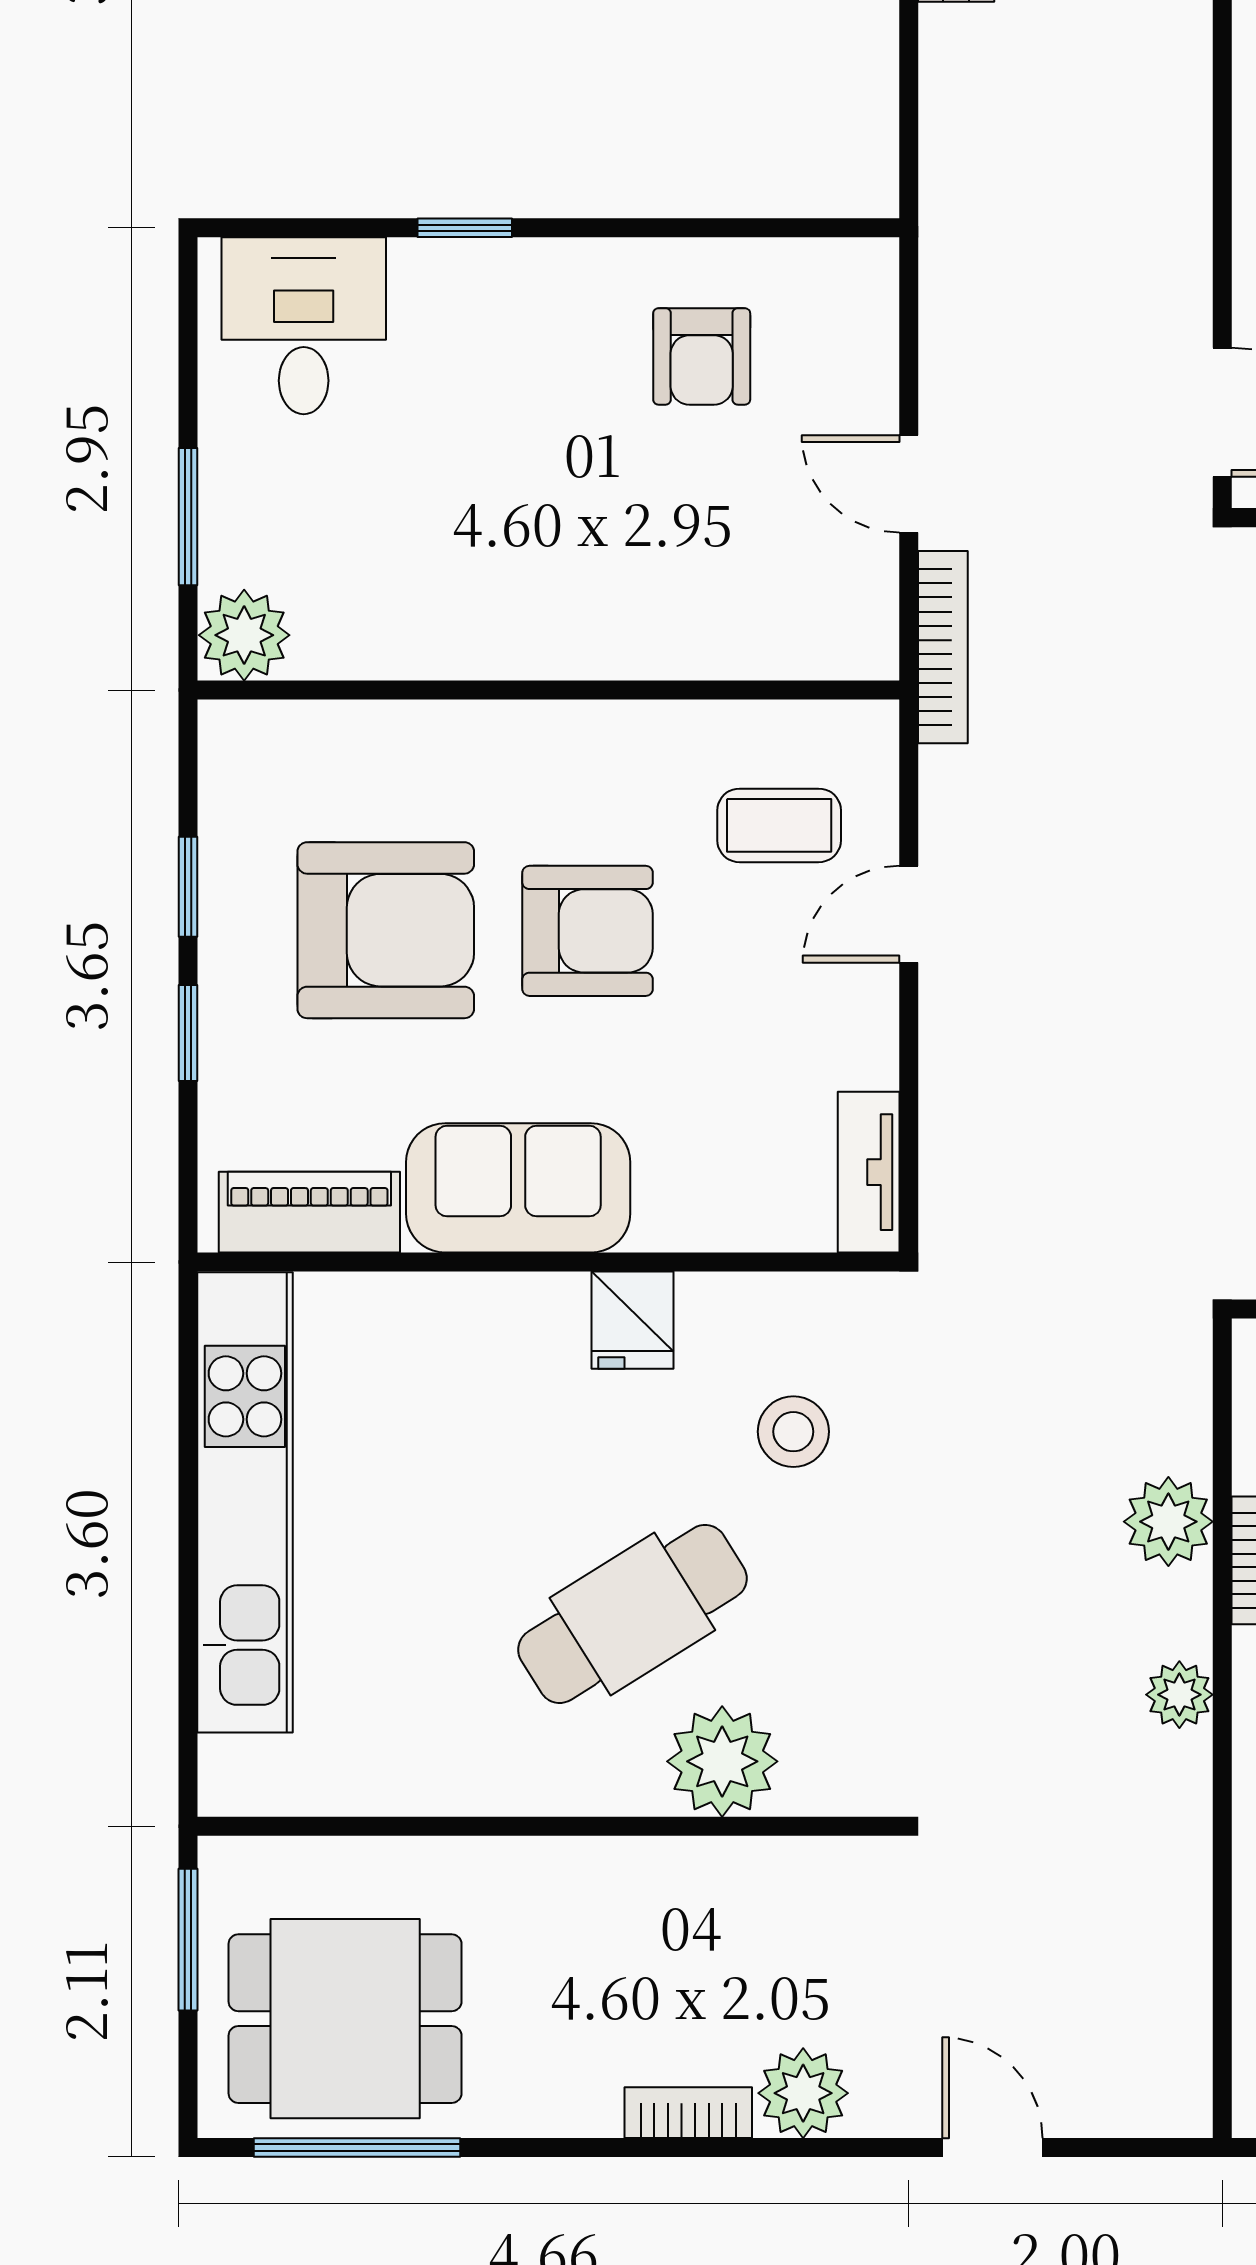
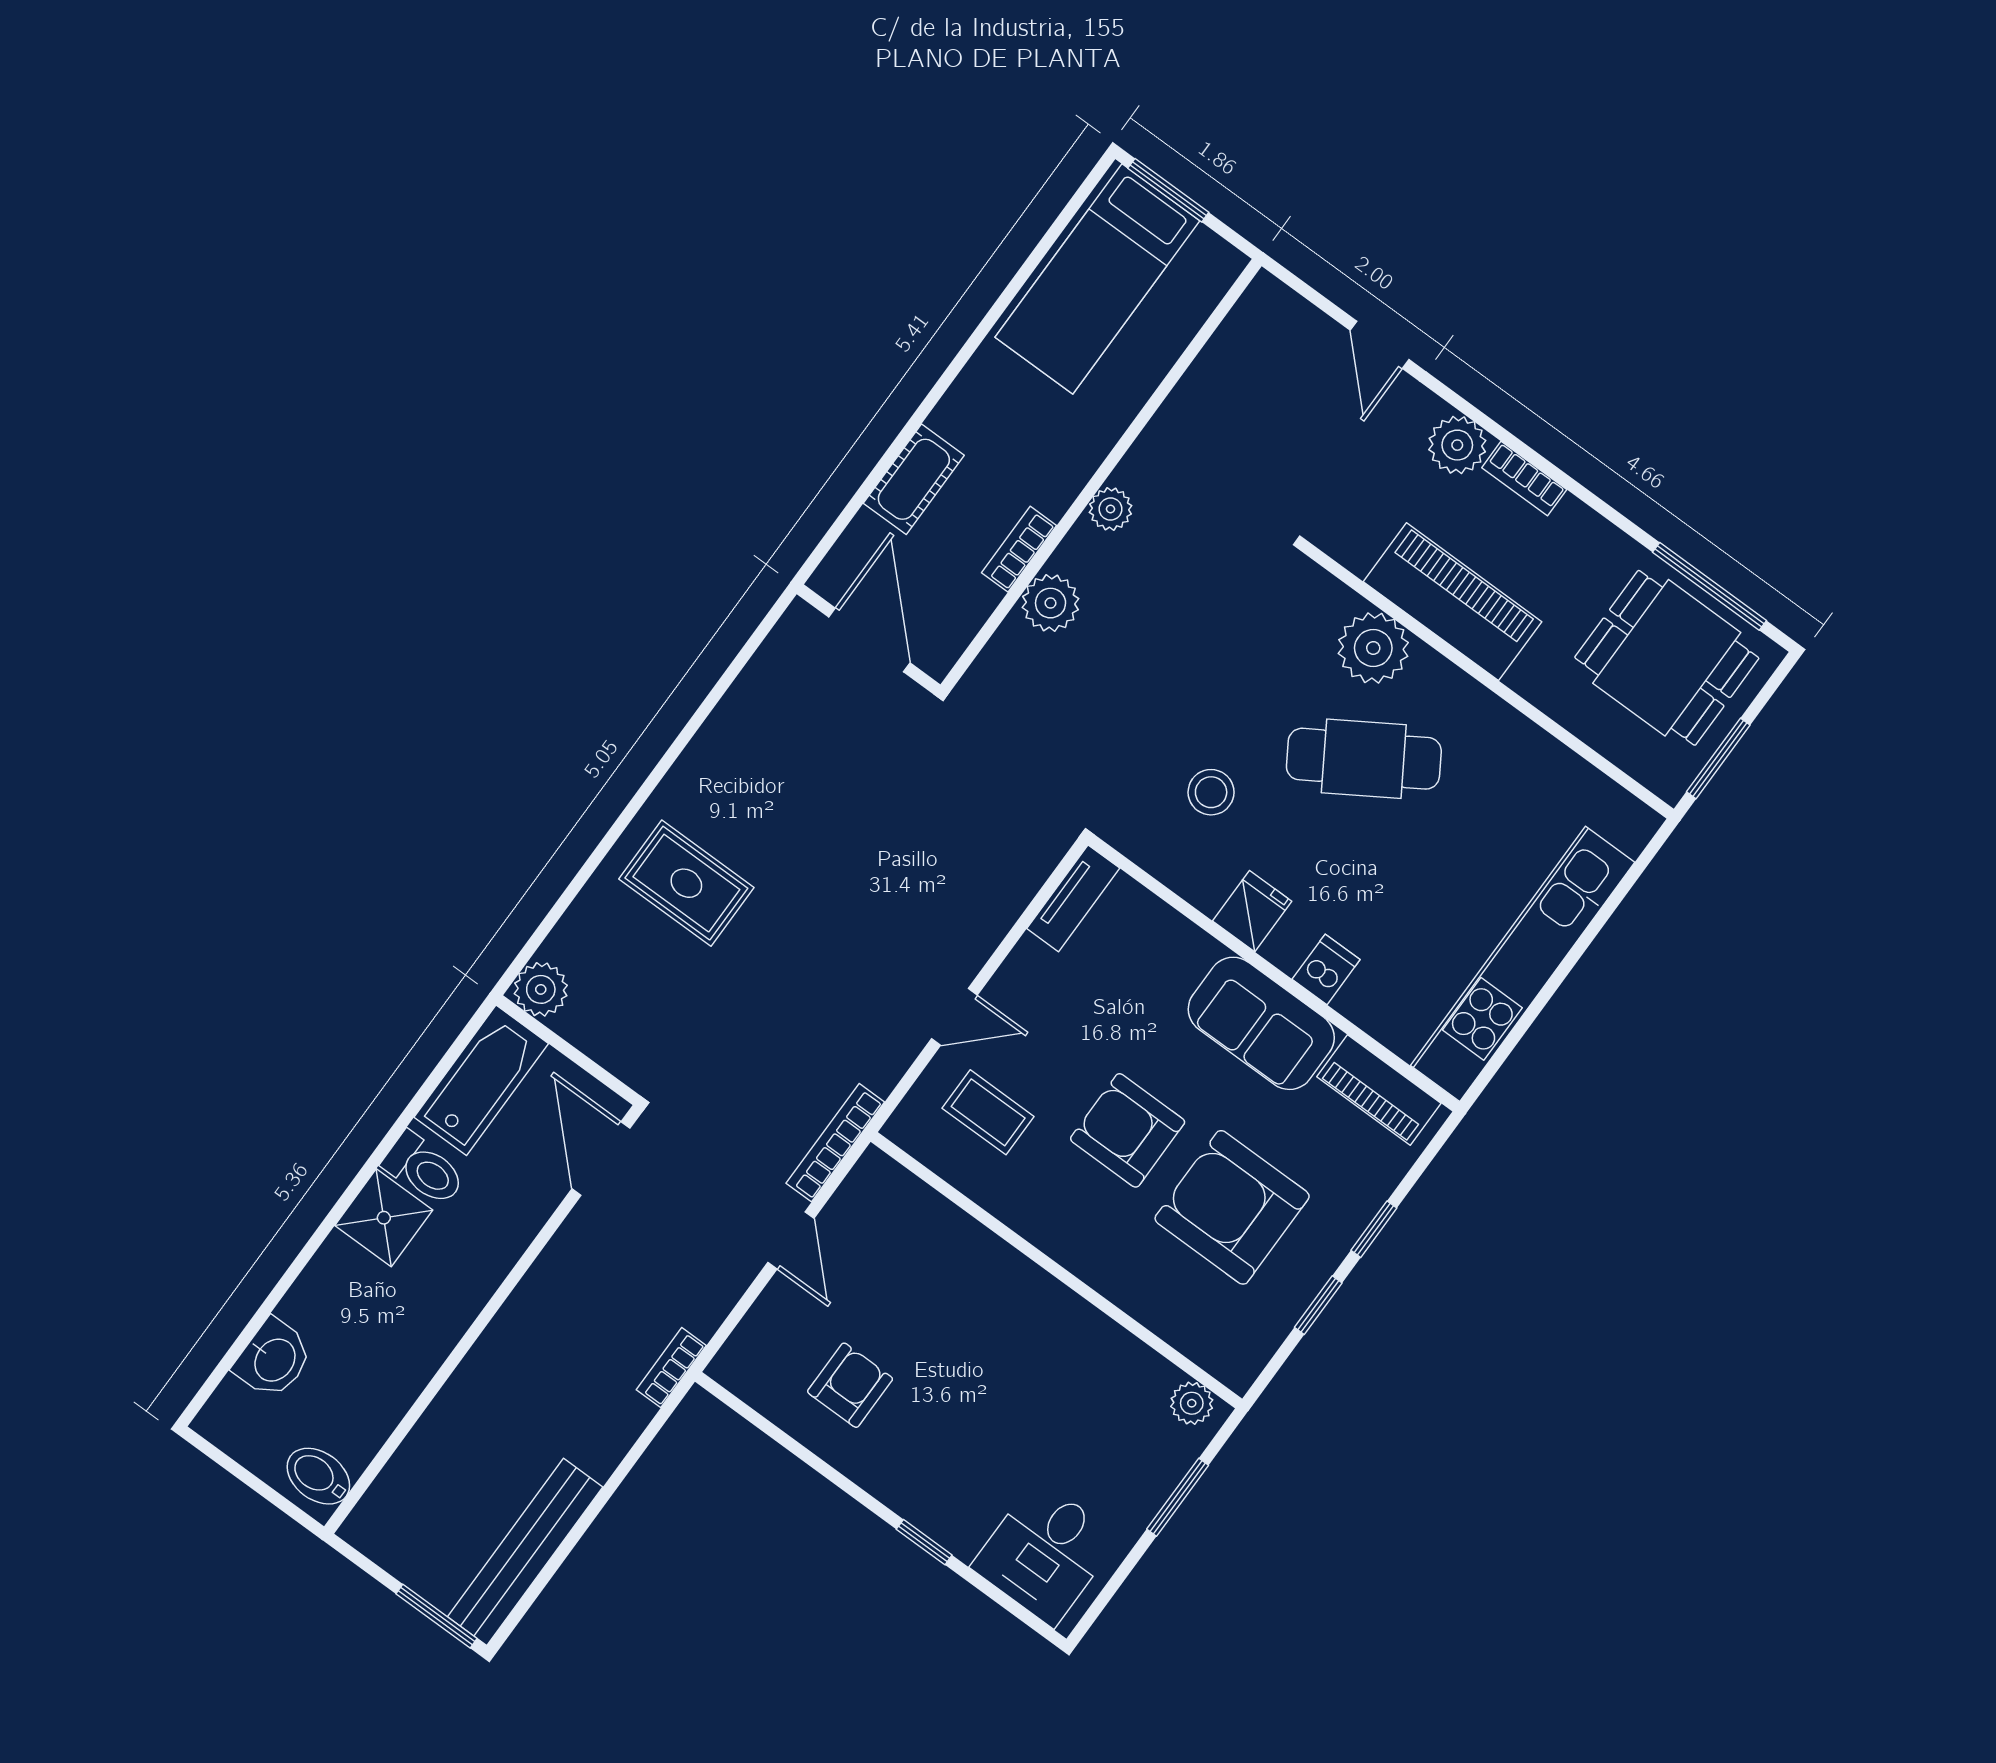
bookcase: (942, 214) -> (671, 1368), added
plant: (244, 635) -> (1192, 1403), width x0.73, depth x0.73
dishwasher: (486, 1315) -> (1326, 969), added
piano: (665, 1892) -> (1453, 602), added

